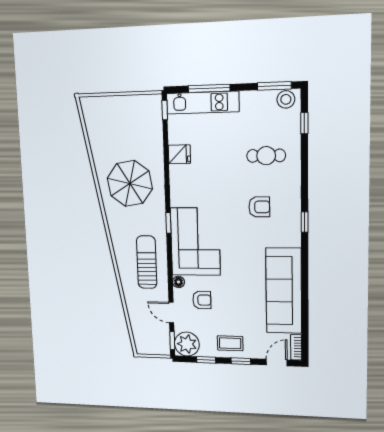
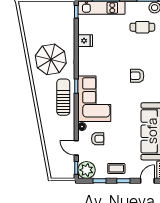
cafe table: (266, 156) -> (142, 27), moved
armchair: (259, 207) -> (137, 76), turned 180
sun lounger: (147, 262) -> (63, 97), moved

